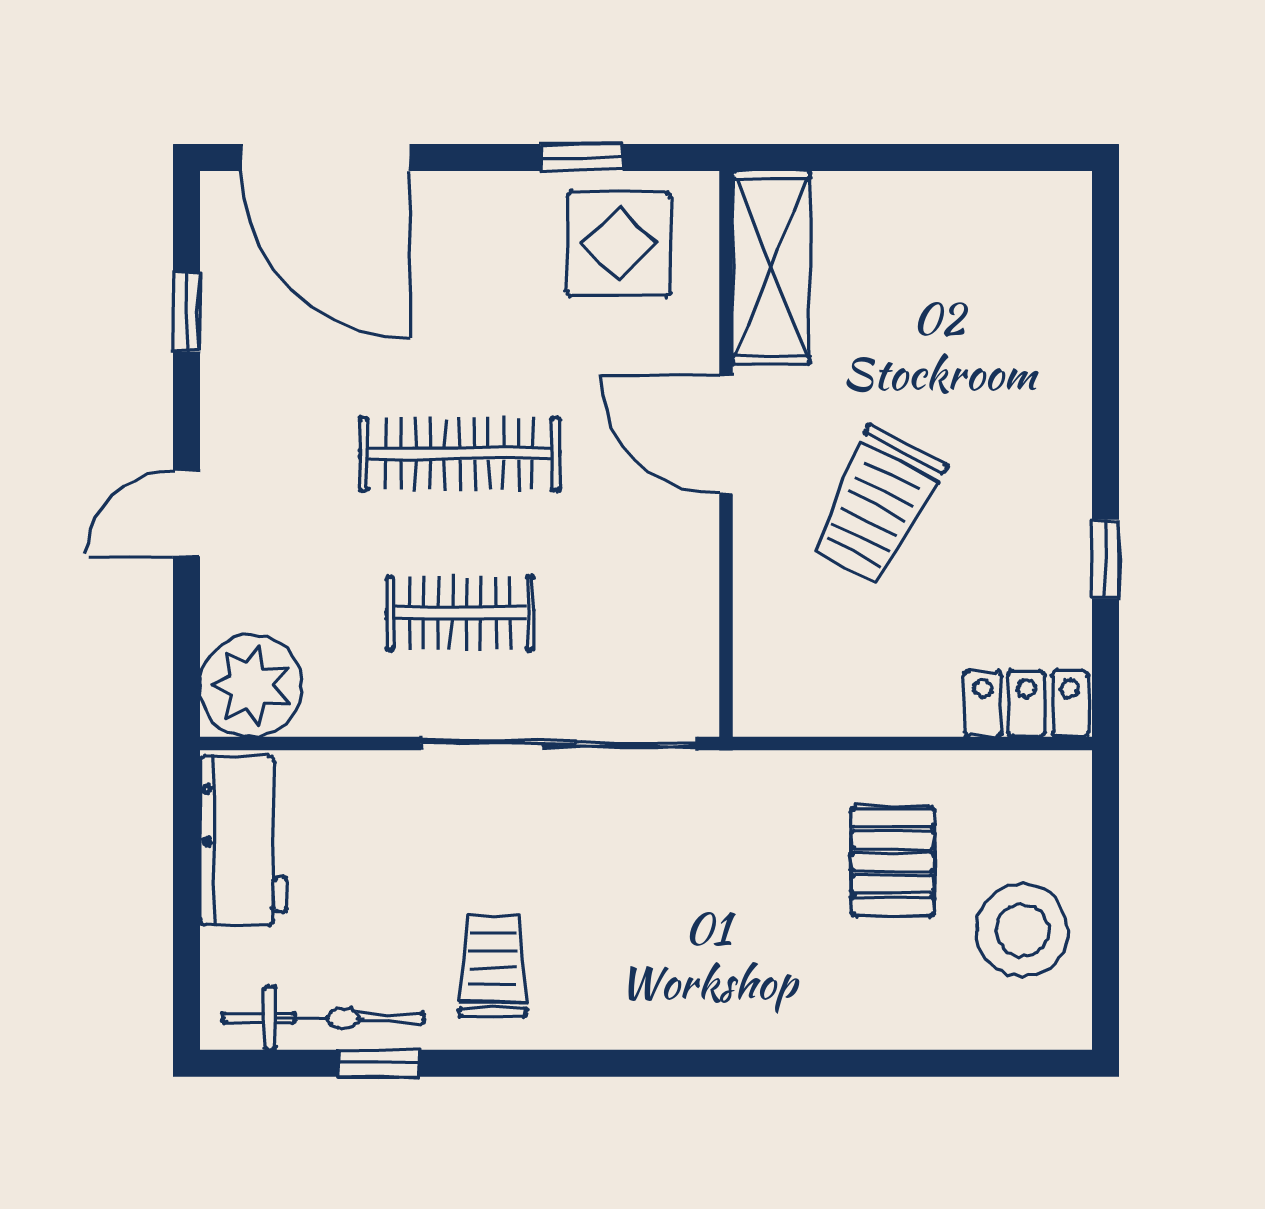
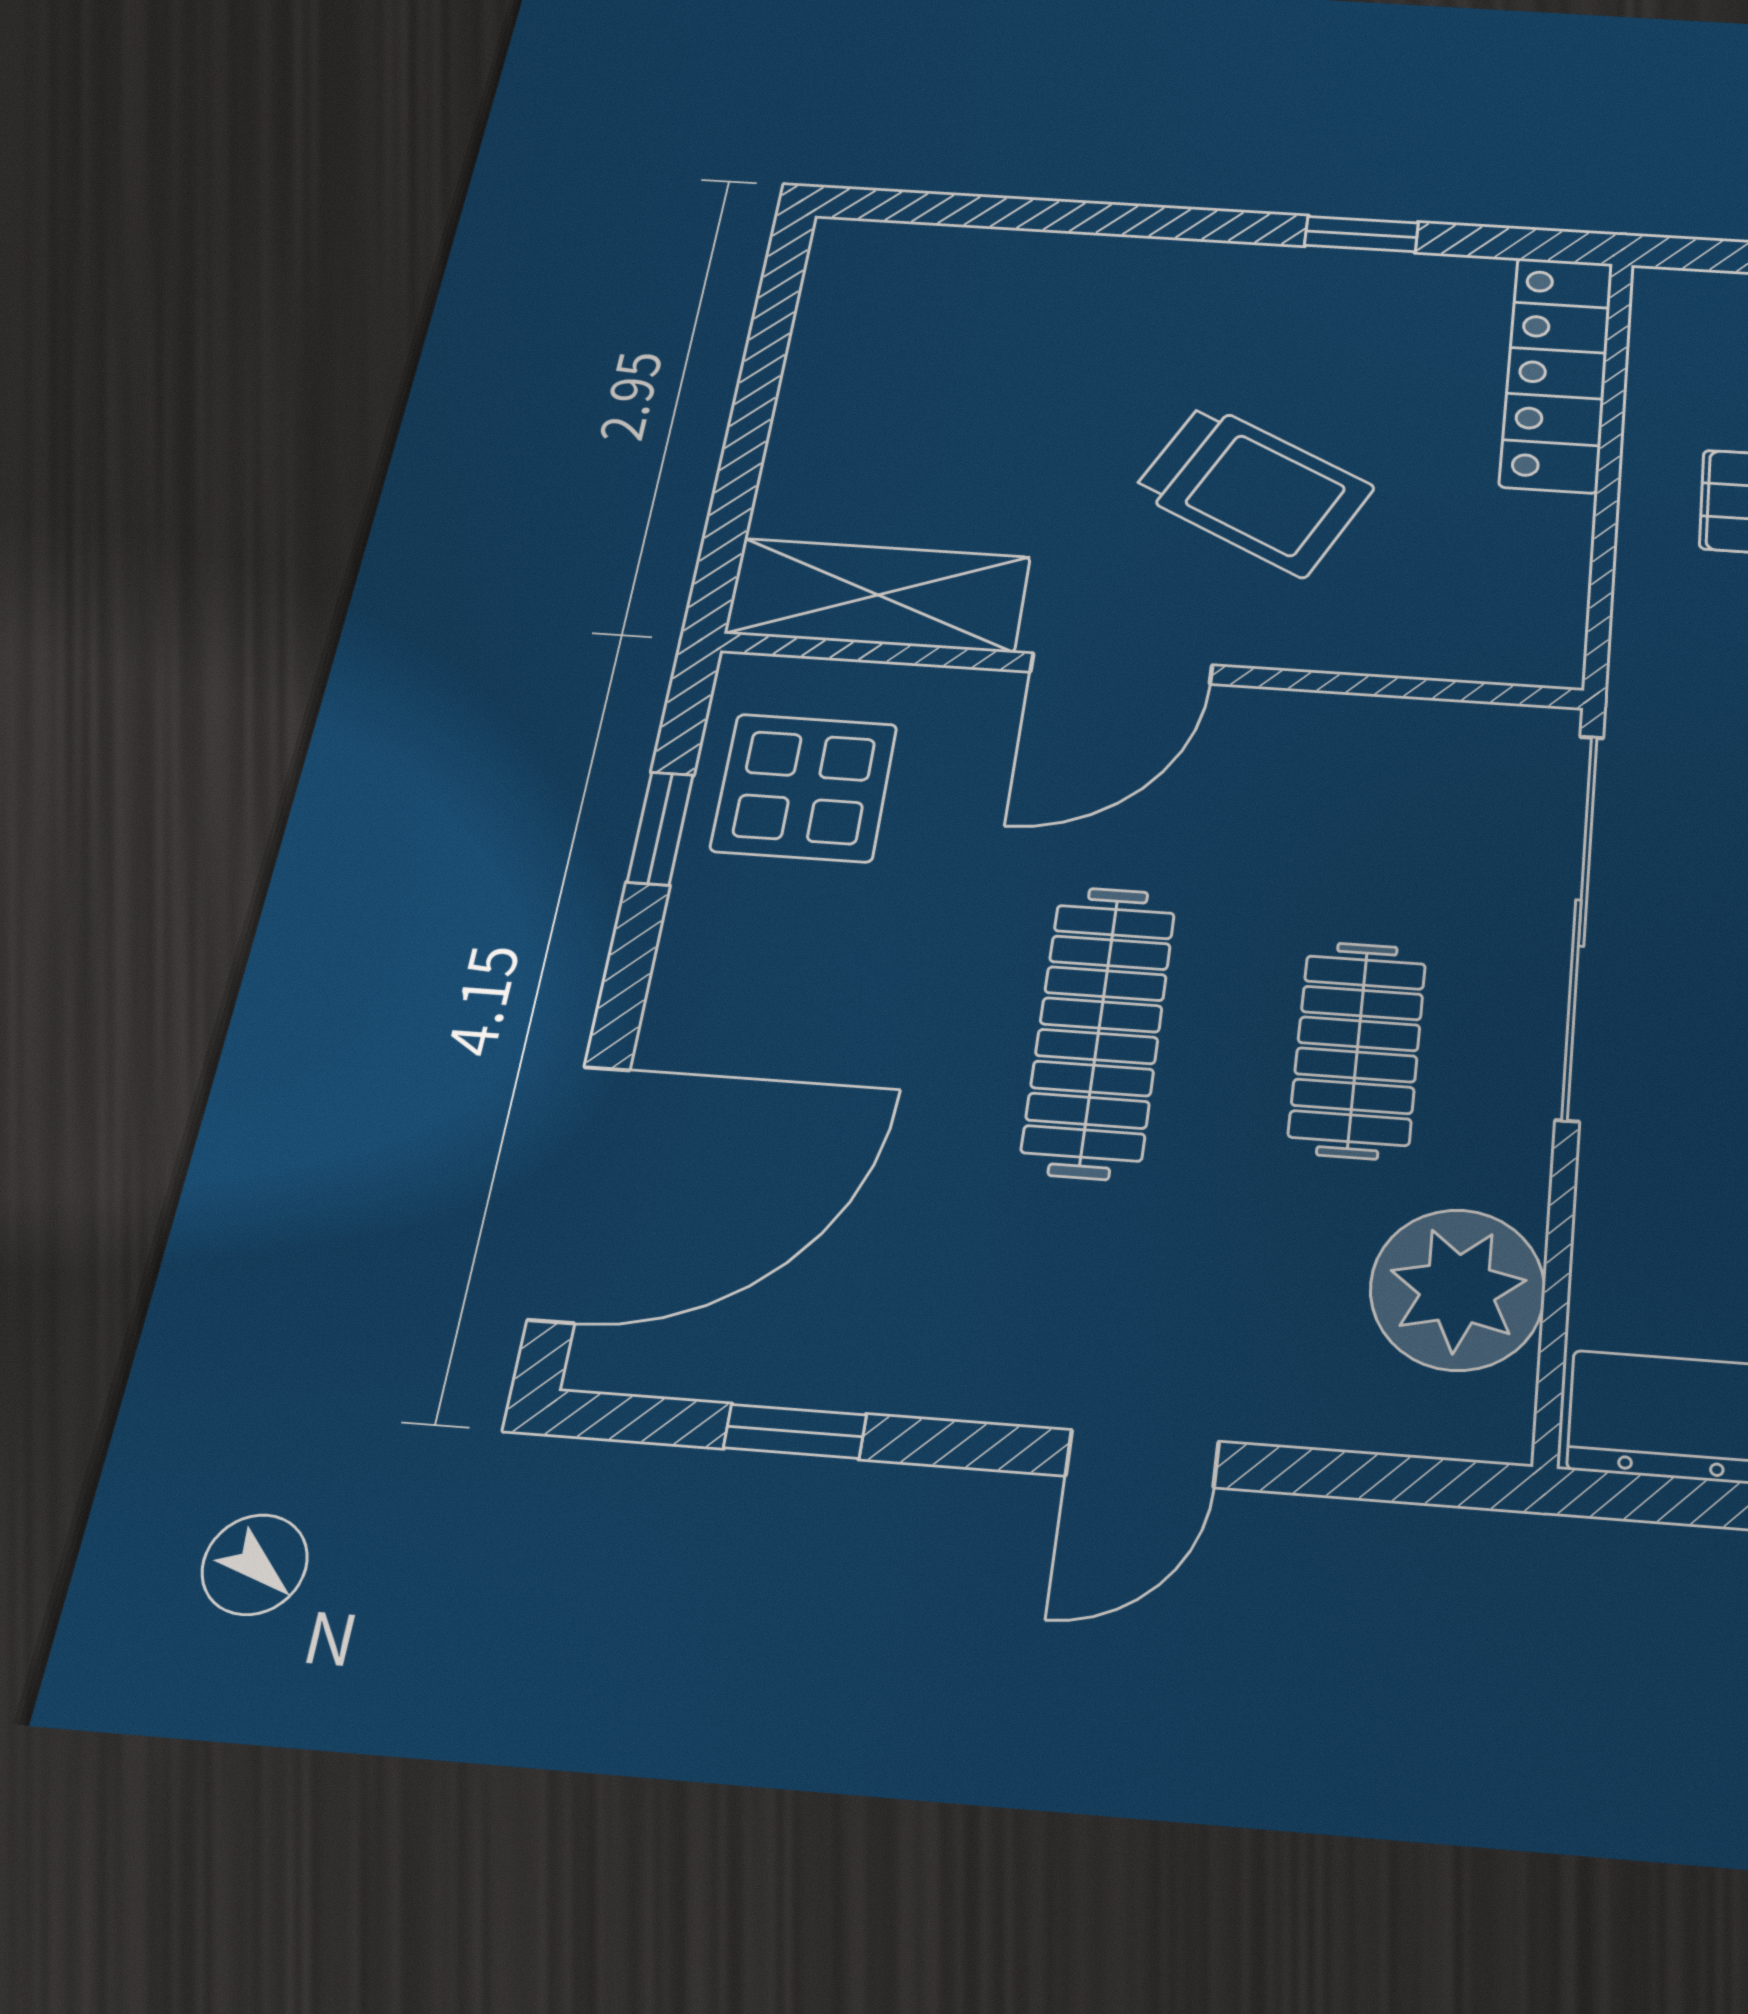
door: (186, 513) -> (1142, 1459), hinge flipped
plant: (251, 686) -> (1458, 1290), moved
locker: (1027, 704) -> (1557, 373), width x1.53

